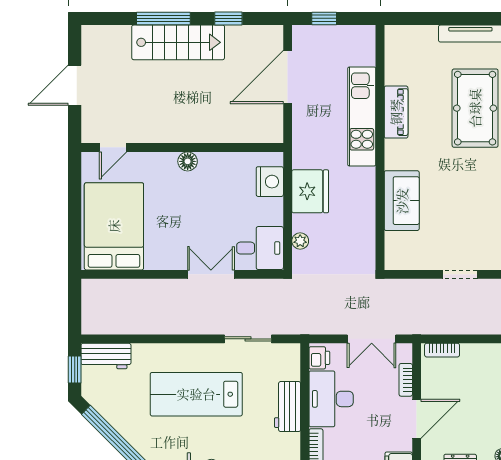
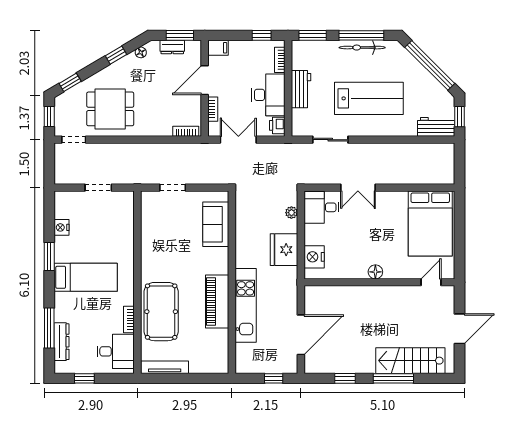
stairs: (178, 42) -> (410, 361), moved
piano: (396, 112) -> (217, 302), width x1.37, depth x1.33
sofa: (402, 201) -> (216, 224), moved

